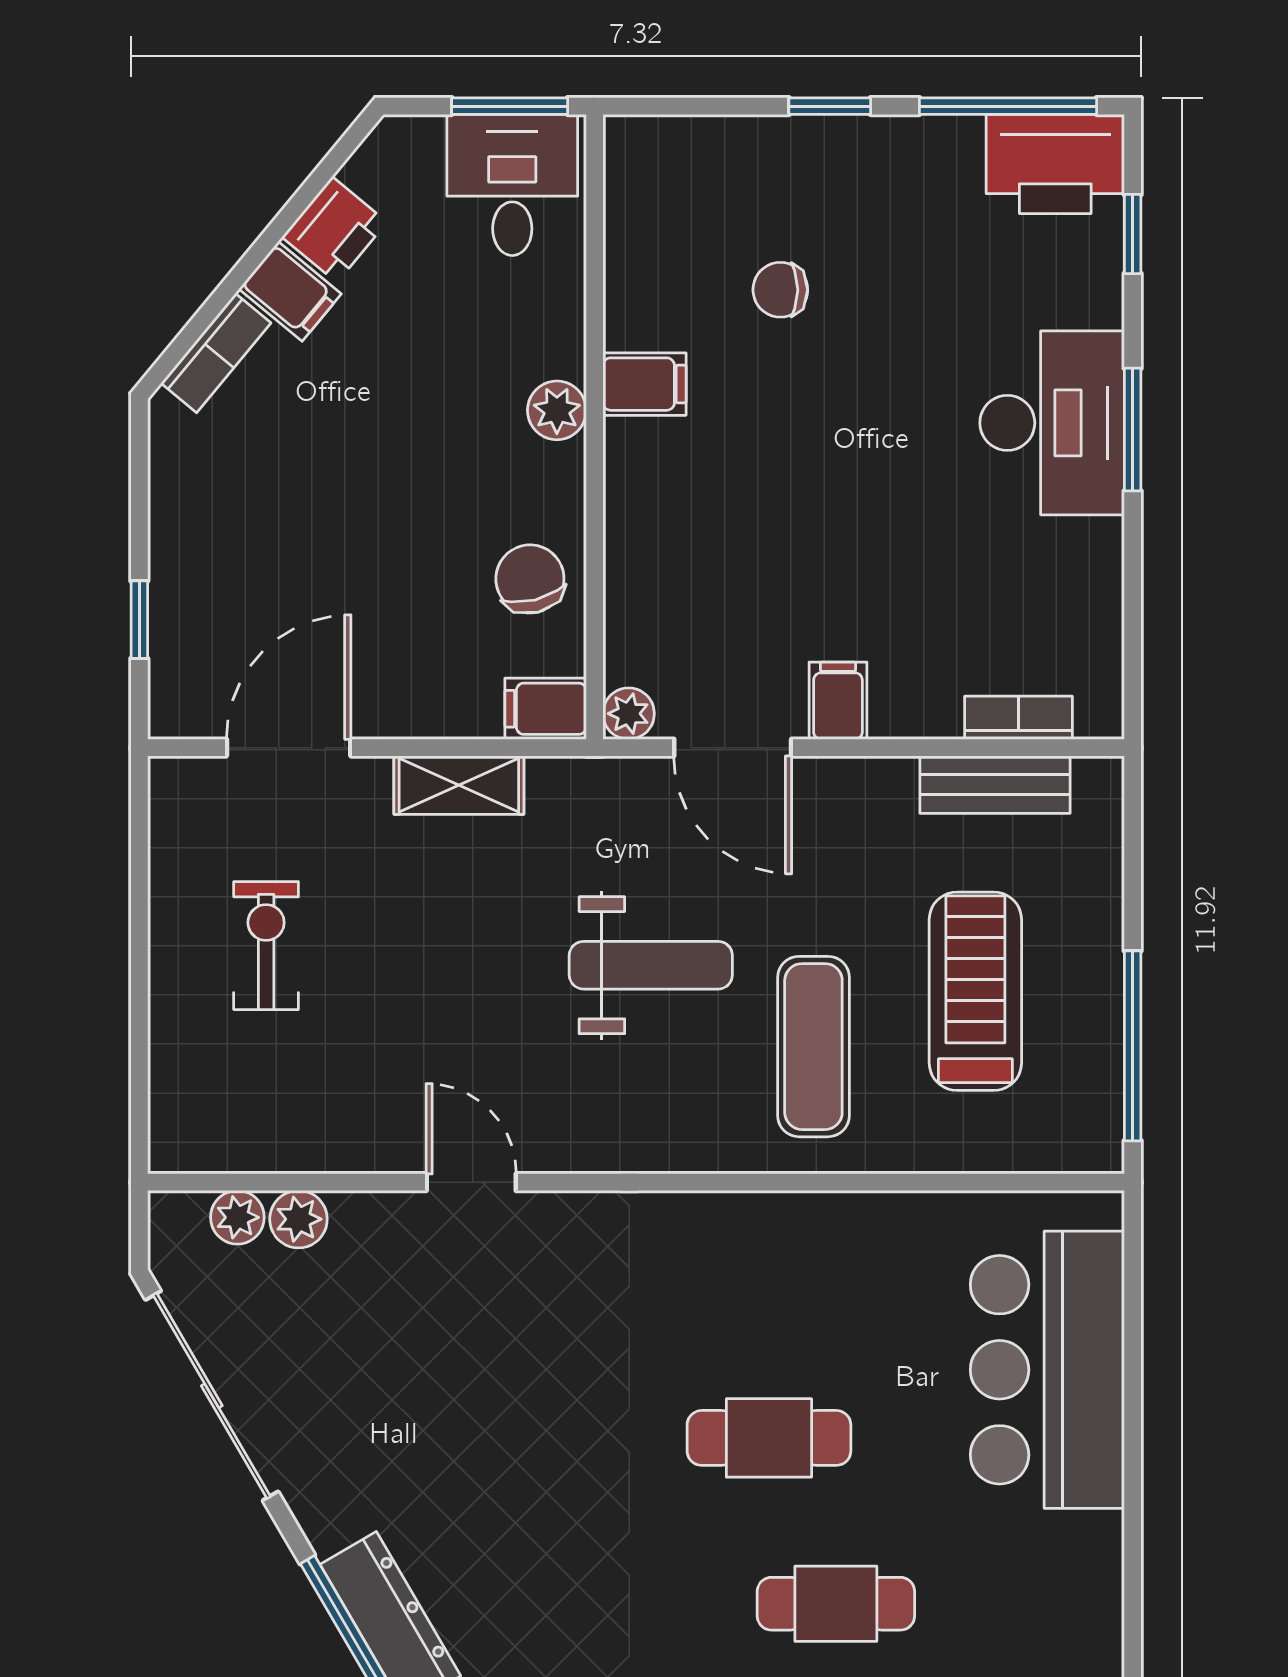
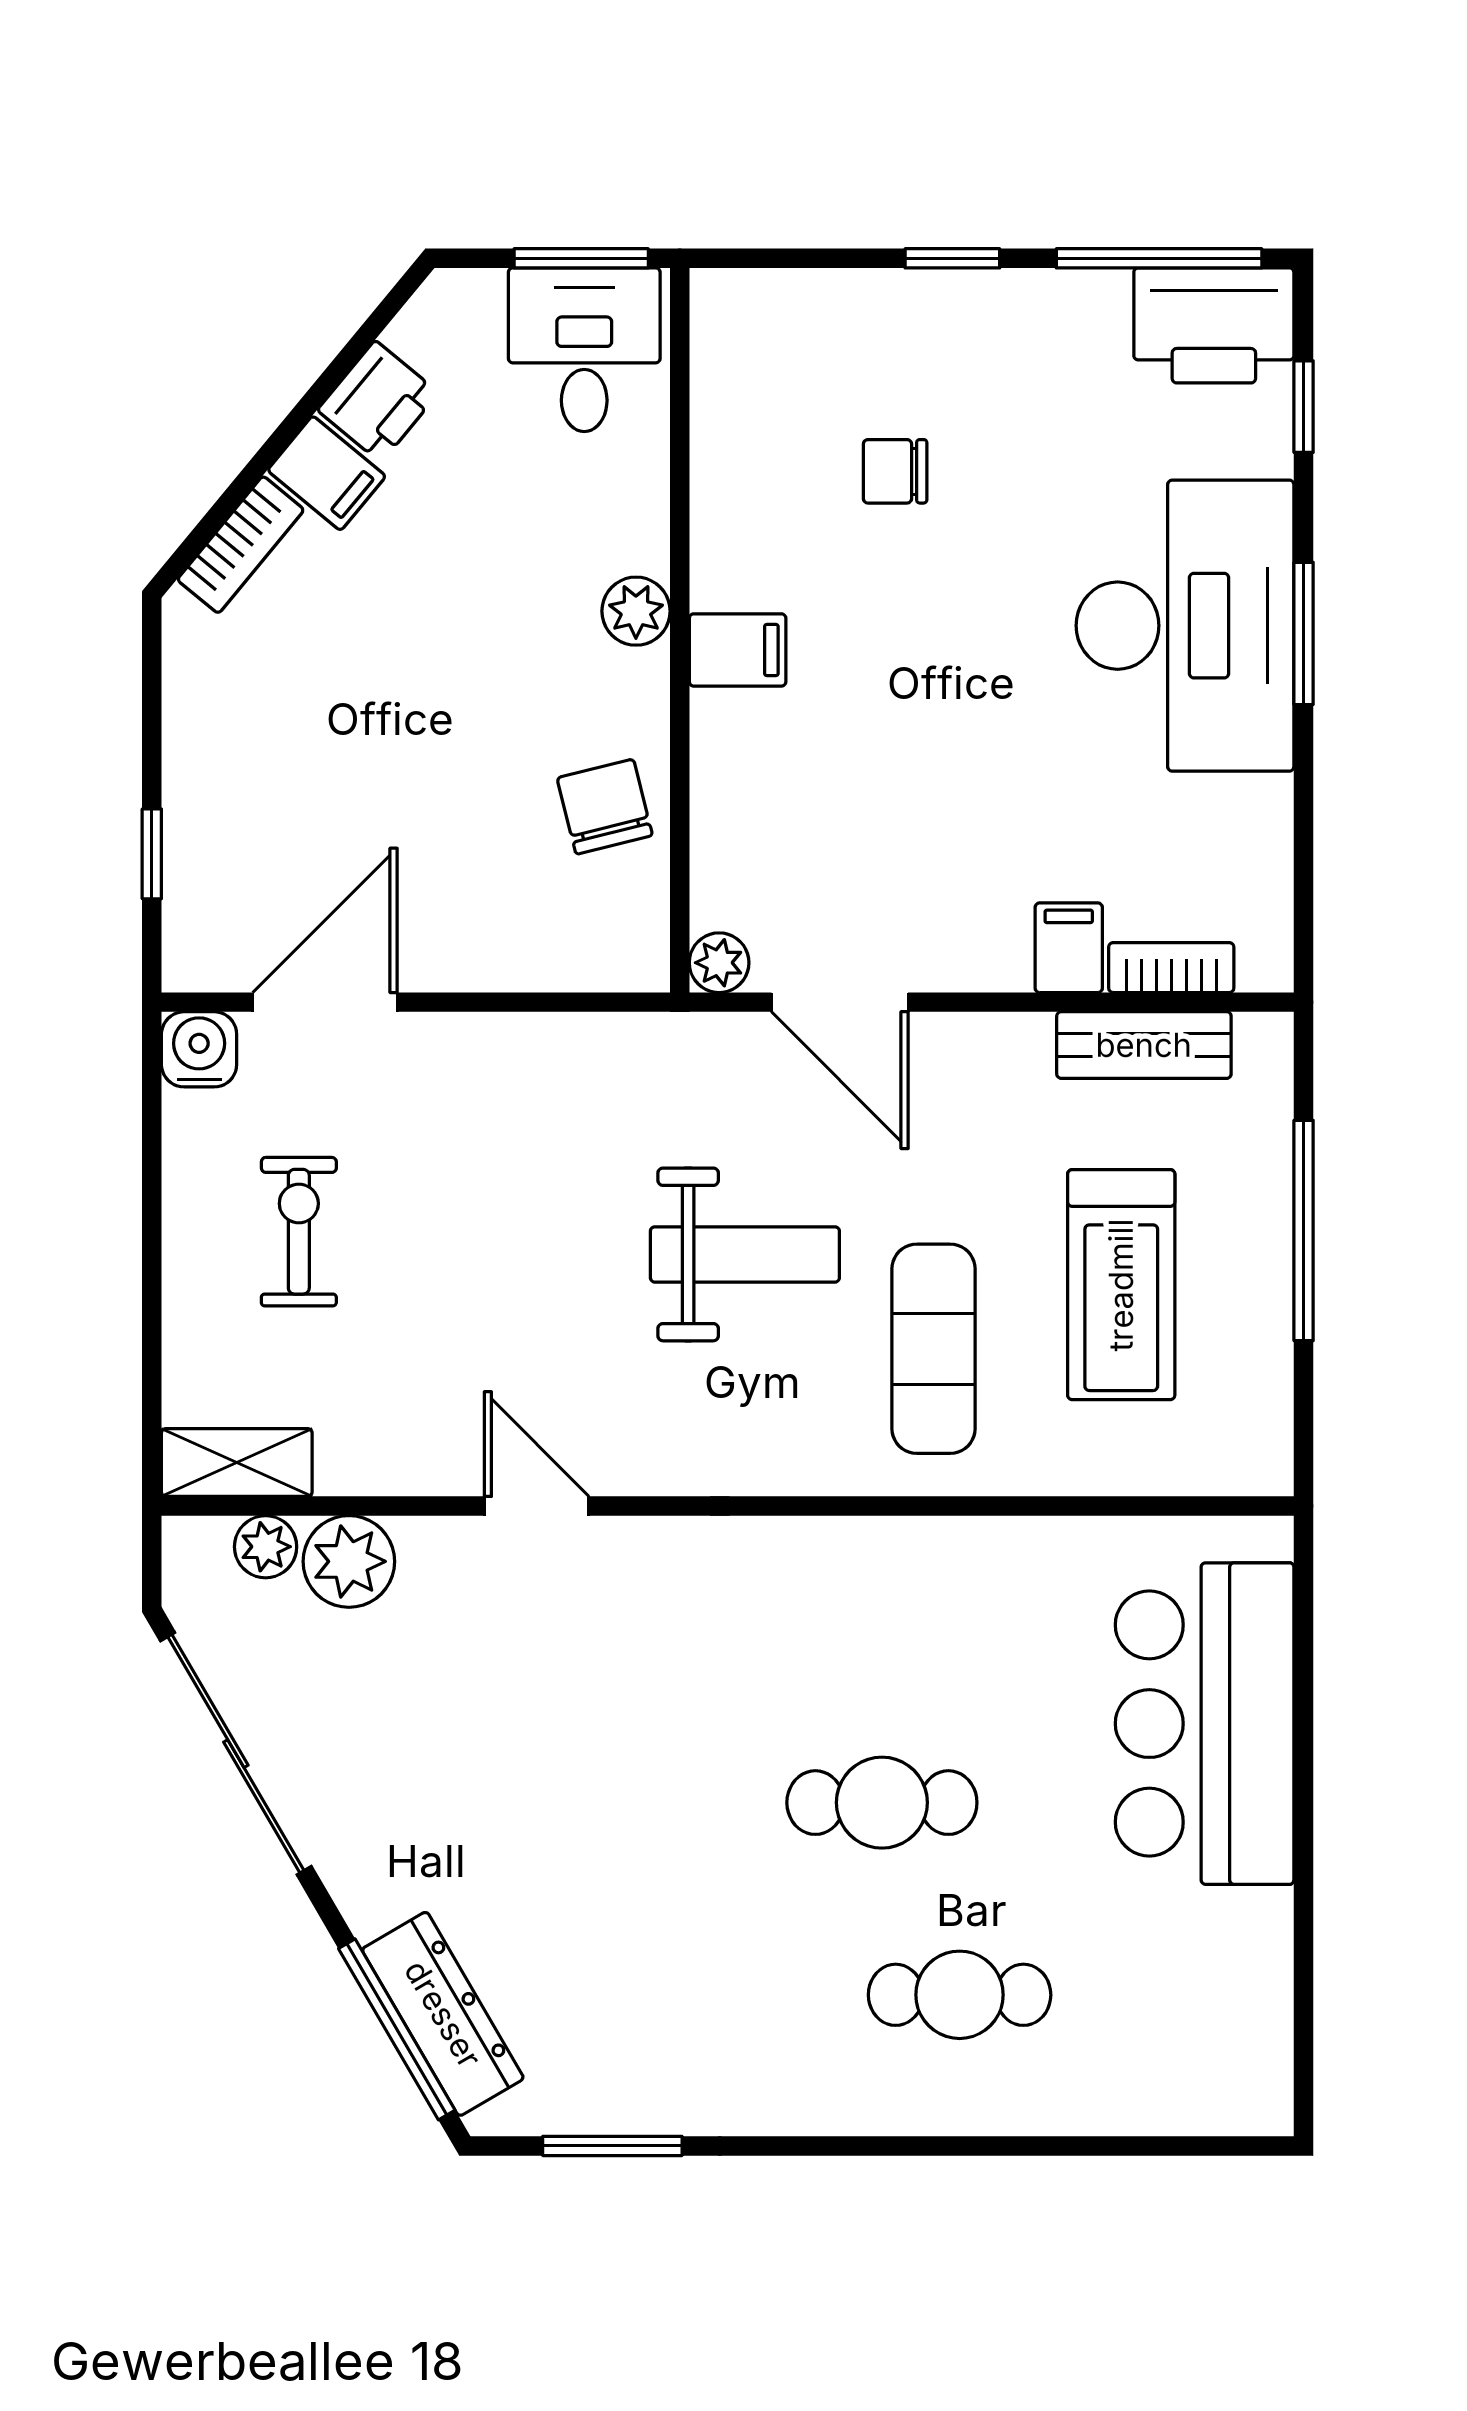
filing cabinet: (644, 384) -> (738, 650), moved
desk: (1052, 423) -> (1185, 626), width x1.36, depth x1.30
filing cabinet: (838, 701) -> (1069, 948), moved
filing cabinet: (546, 709) -> (623, 957), removed
shelving: (459, 785) -> (237, 1463), moved
water cooler: (180, 788) -> (199, 1049), added
treadmill: (975, 991) -> (1121, 1285), turned 180
window: (1133, 1046) -> (1304, 1230), moved
plant: (298, 1219) -> (349, 1561), width x1.38, depth x1.38

